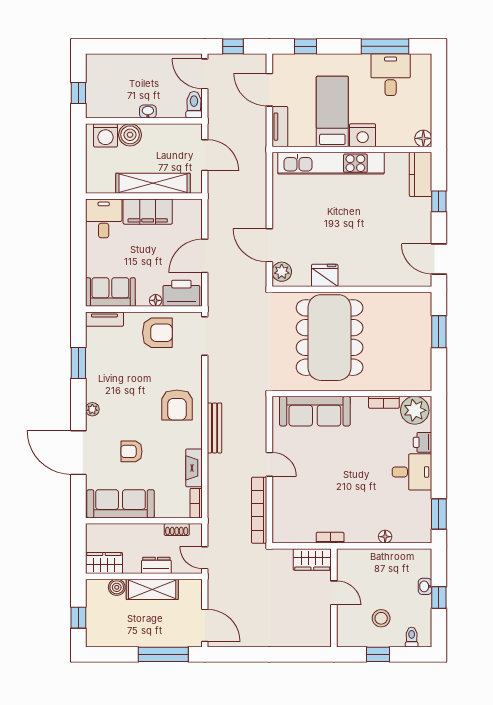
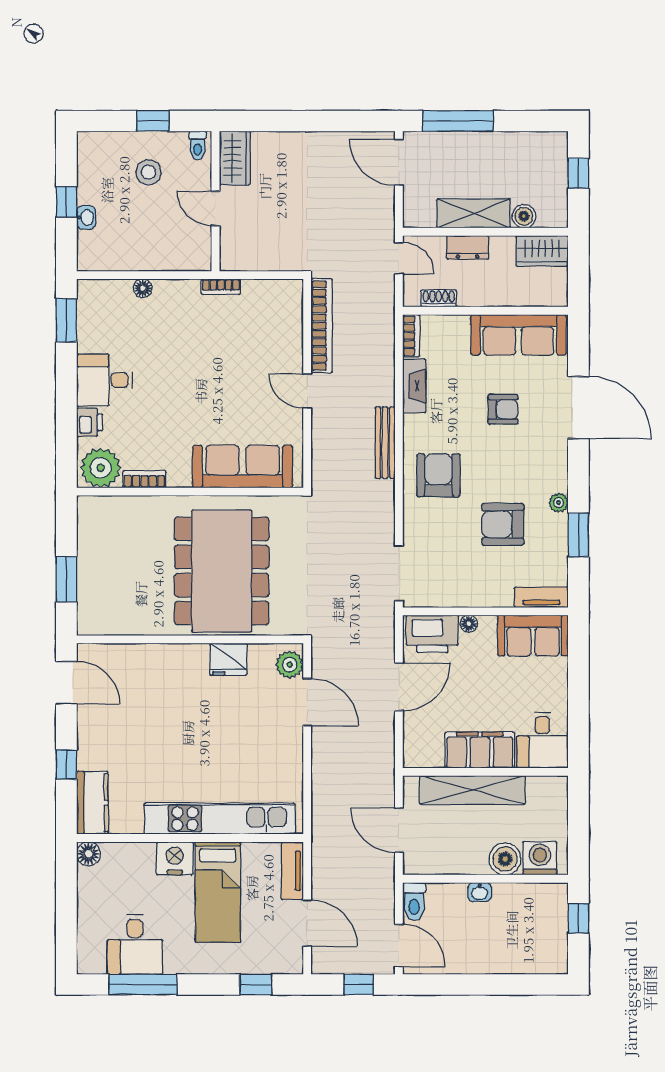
armchair: (157, 333) -> (503, 524), moved
plant: (92, 409) -> (559, 503), moved
wardrobe: (312, 560) -> (235, 158), moved, turned 90
toilet: (412, 637) -> (198, 145), moved

